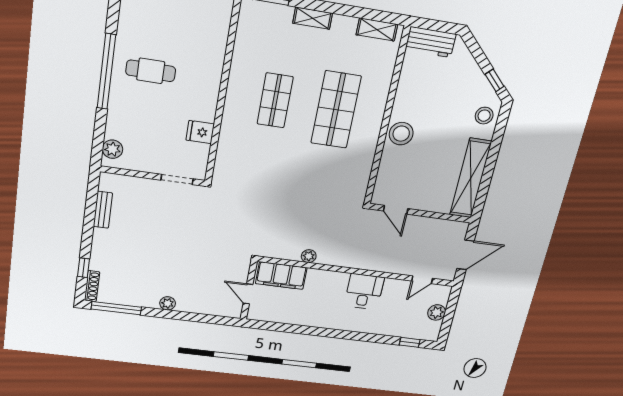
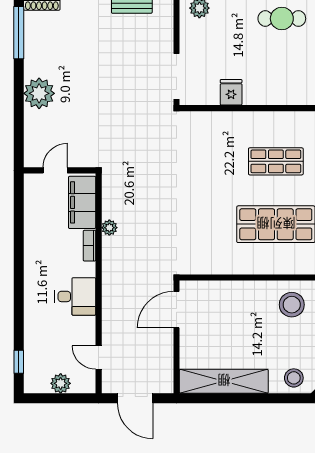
cafe table: (151, 71) -> (282, 19), moved, turned 90
stool: (401, 134) -> (292, 305), moved
doorway: (177, 179) -> (177, 76), width x1.38
door: (396, 210) -> (177, 310), width x1.38
bookcase: (322, 274) -> (89, 246), added
plant: (168, 303) -> (39, 93), width x1.87, depth x1.87

